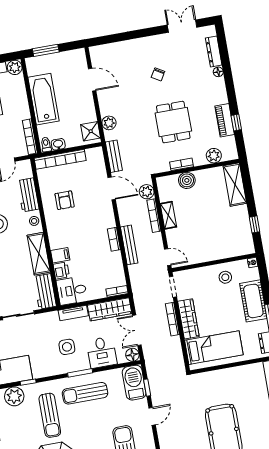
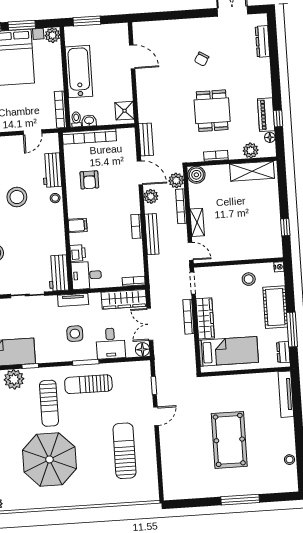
floor lamp: (218, 72) -> (270, 137), moved
plant: (109, 123) -> (151, 196), moved
boiler: (187, 180) -> (196, 175), moved
shelving: (235, 185) -> (252, 171), moved, turned 90
shelving: (168, 215) -> (197, 222), moved
shelving: (39, 254) -> (56, 233), removed
filing cabinet: (60, 255) -> (78, 225), moved
tv unit: (73, 313) -> (73, 300), moved
barbecue: (134, 383) -> (141, 379), removed

